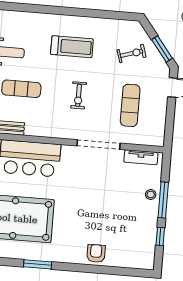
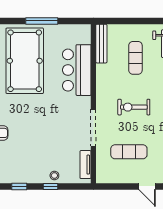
exercise bike: (79, 95) -> (134, 107), width x1.38, depth x1.39
window: (163, 200) -> (51, 187), width x0.46

